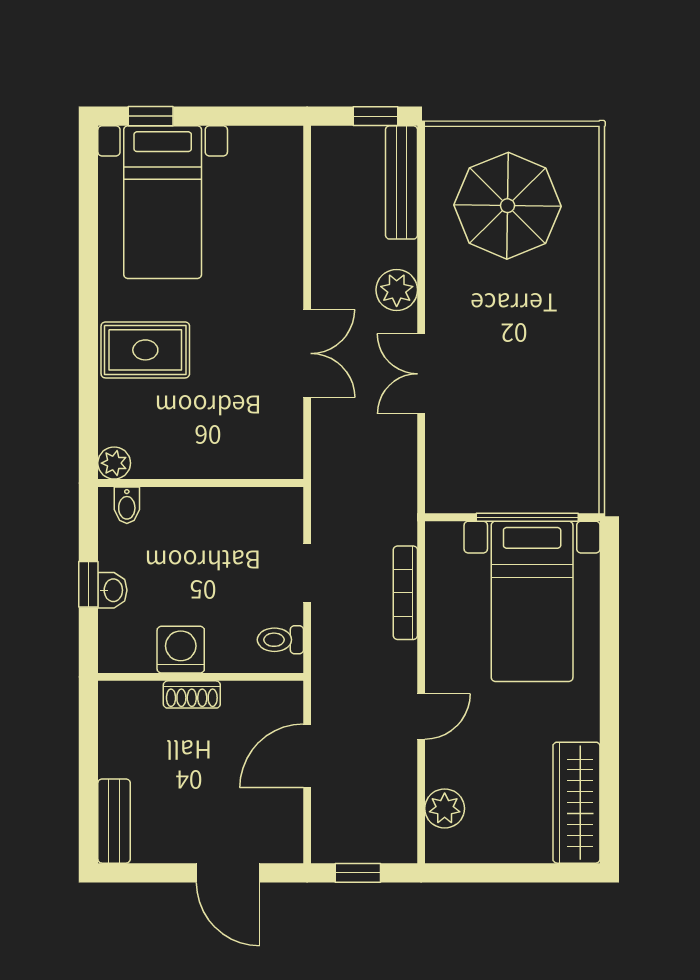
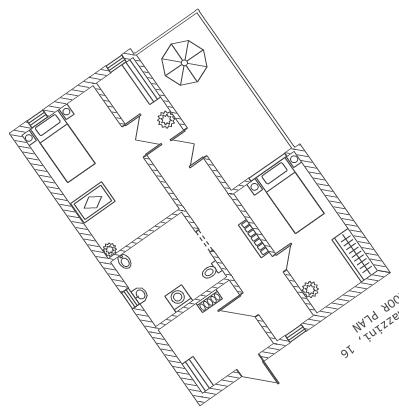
double door: (307, 353) -> (134, 141), moved
bookcase: (405, 593) -> (254, 238), moved
shoe rack: (192, 694) -> (209, 301), moved
door: (307, 756) -> (249, 305), hinge flipped

